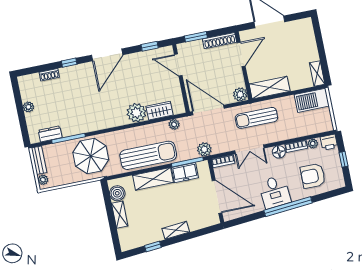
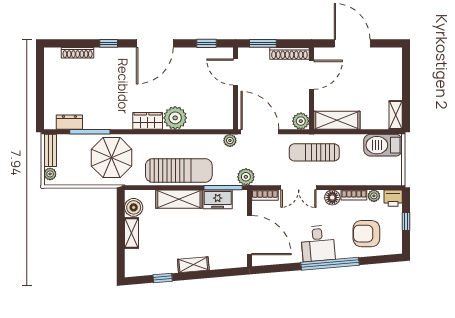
shoe rack: (49, 75) -> (78, 53), width x1.43
plant: (28, 107) -> (50, 85), removed
wardrobe: (160, 111) -> (148, 121), moved
plant: (174, 124) -> (230, 140), moved

